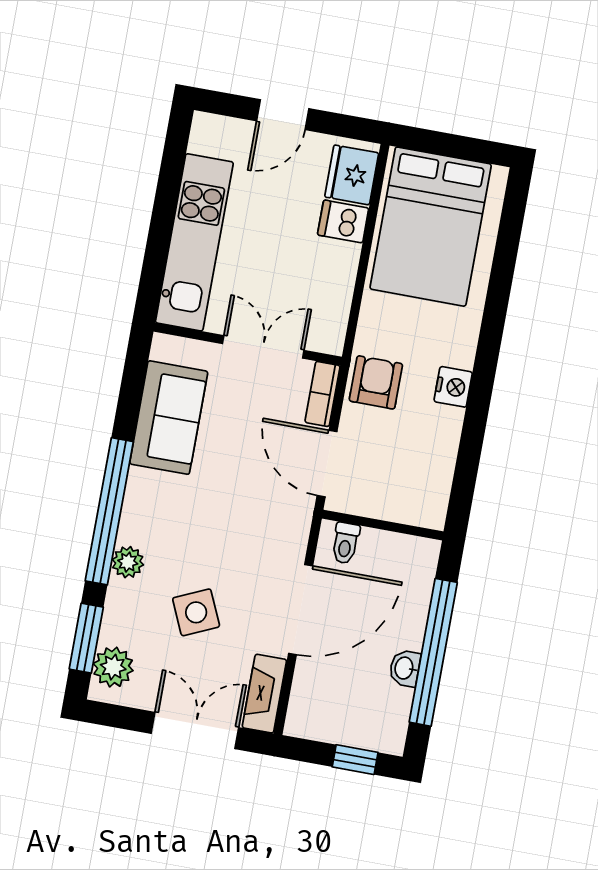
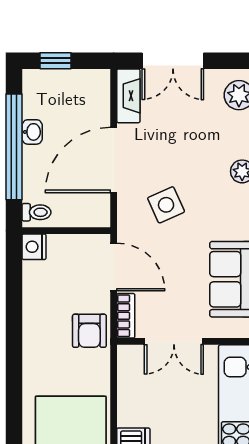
nightstand: (453, 387) -> (34, 247), moved
toilet: (345, 543) -> (36, 212), moved, turned 90
side table: (196, 612) -> (166, 205), moved

